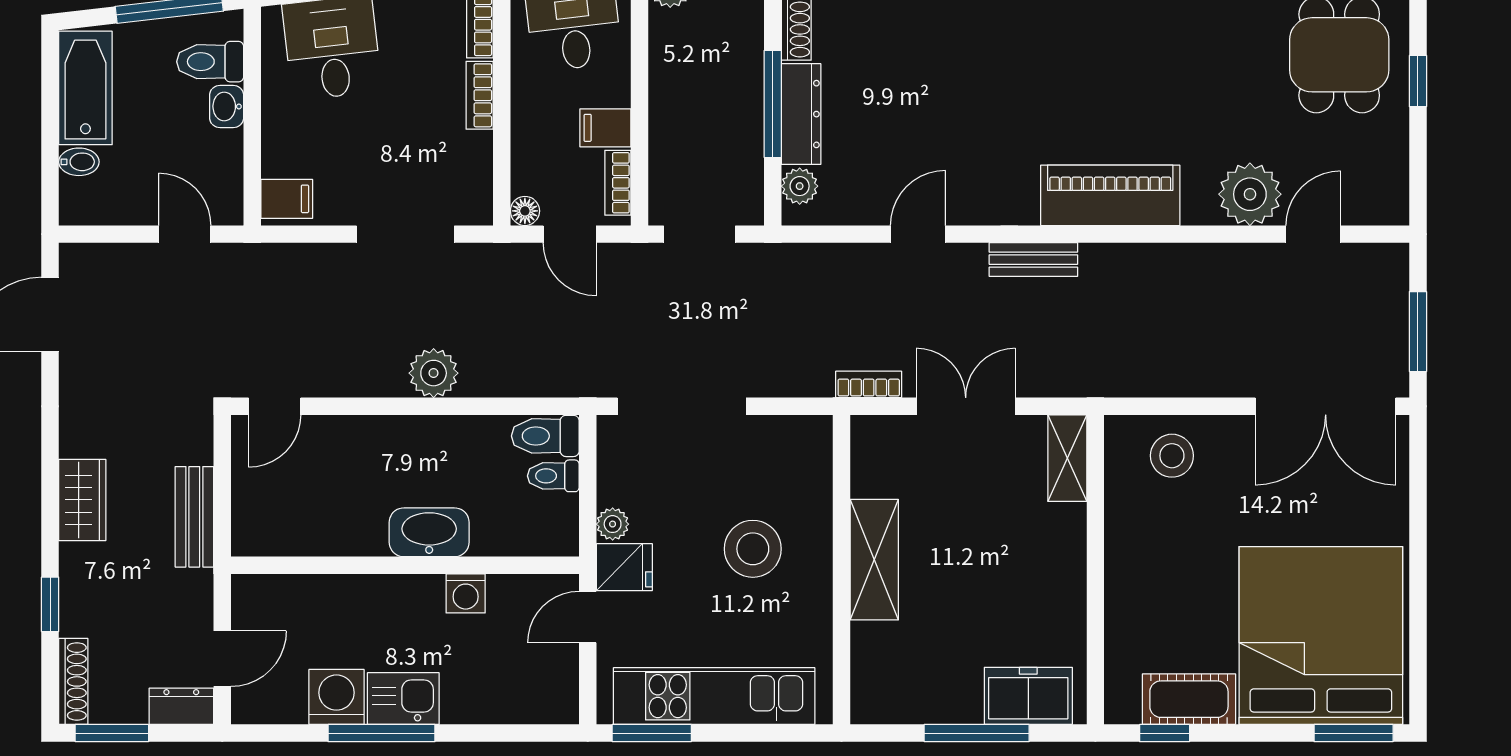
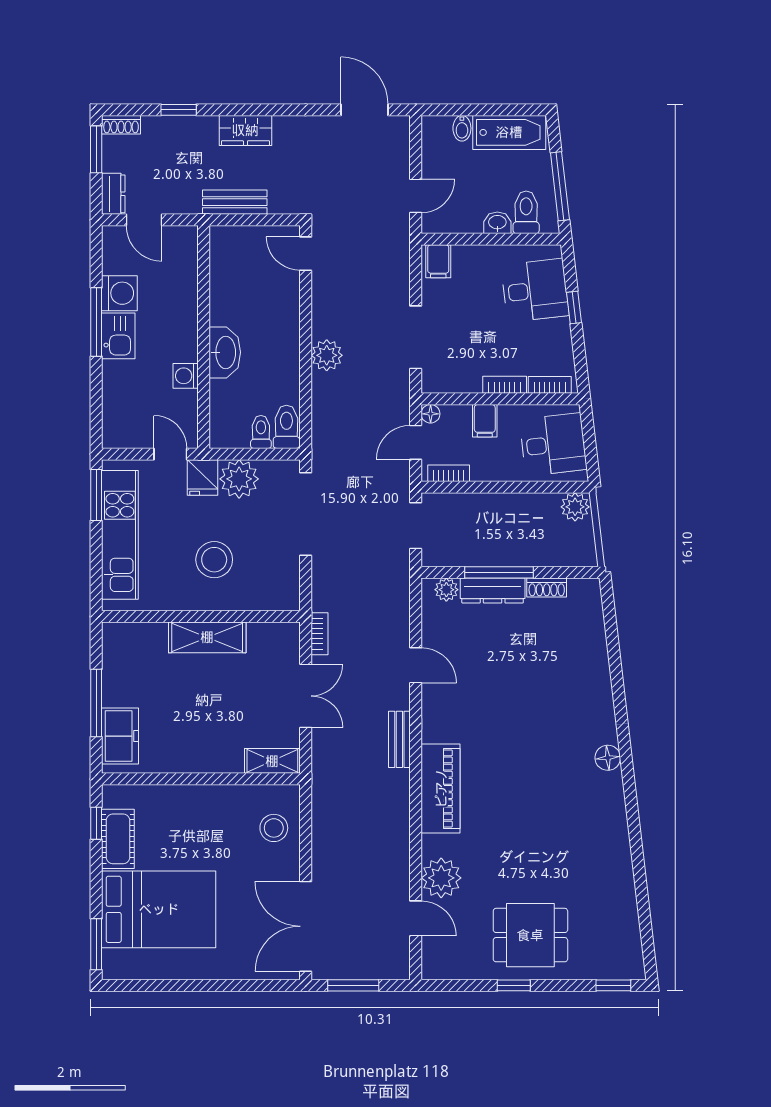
filing cabinet: (605, 128) -> (485, 421), moved, turned 180
plant: (613, 524) -> (239, 479), width x1.87, depth x1.87
bed: (1321, 636) -> (159, 909), width x0.73
shoe rack: (73, 681) -> (121, 125), width x0.70

